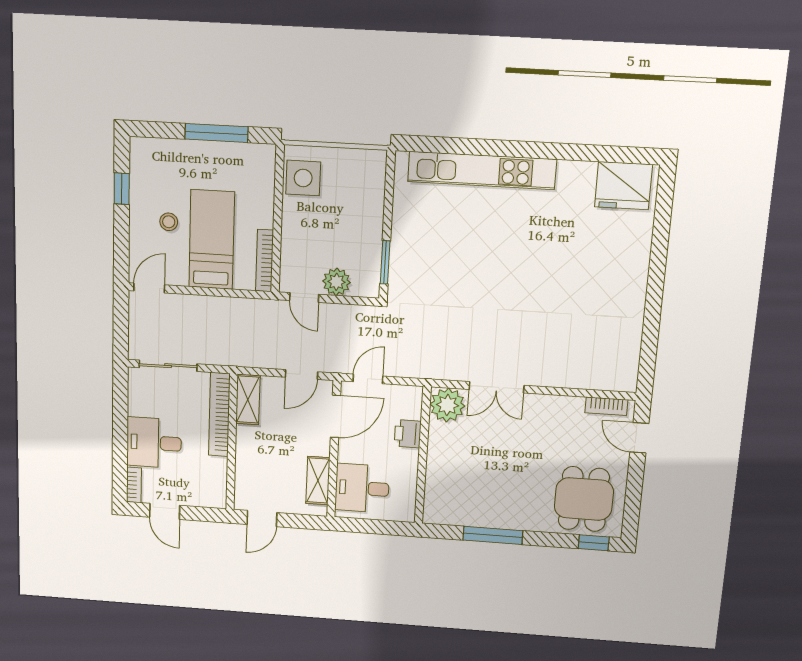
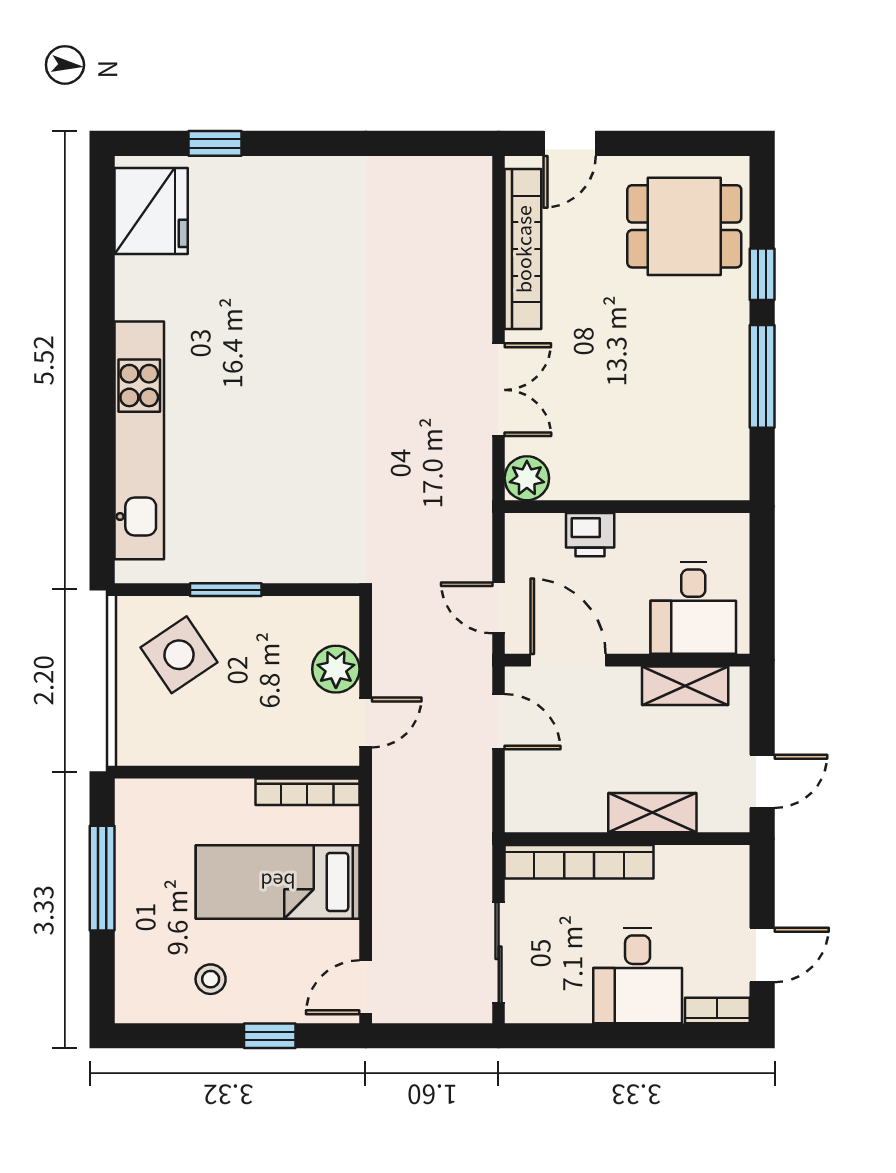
side table: (303, 178) -> (179, 655), moved, turned -34
window: (122, 189) -> (270, 1036), moved
stool: (169, 222) -> (211, 979), moved
window: (661, 228) -> (215, 143), added
window: (385, 262) -> (226, 590), moved
door: (149, 288) -> (366, 987), hinge flipped
shelving: (248, 399) -> (652, 813), moved
plant: (447, 405) -> (527, 478), width x0.73, depth x0.73
bookcase: (606, 406) -> (523, 249), width x2.31, depth x1.31
door: (262, 518) -> (762, 781), hinge flipped
window: (594, 543) -> (762, 274), moved

